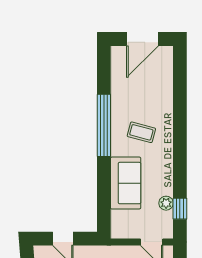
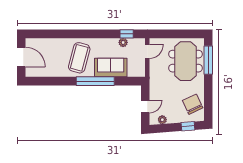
window: (104, 125) -> (95, 81), moved
coffee table: (141, 132) -> (79, 58), width x1.86, depth x1.72

